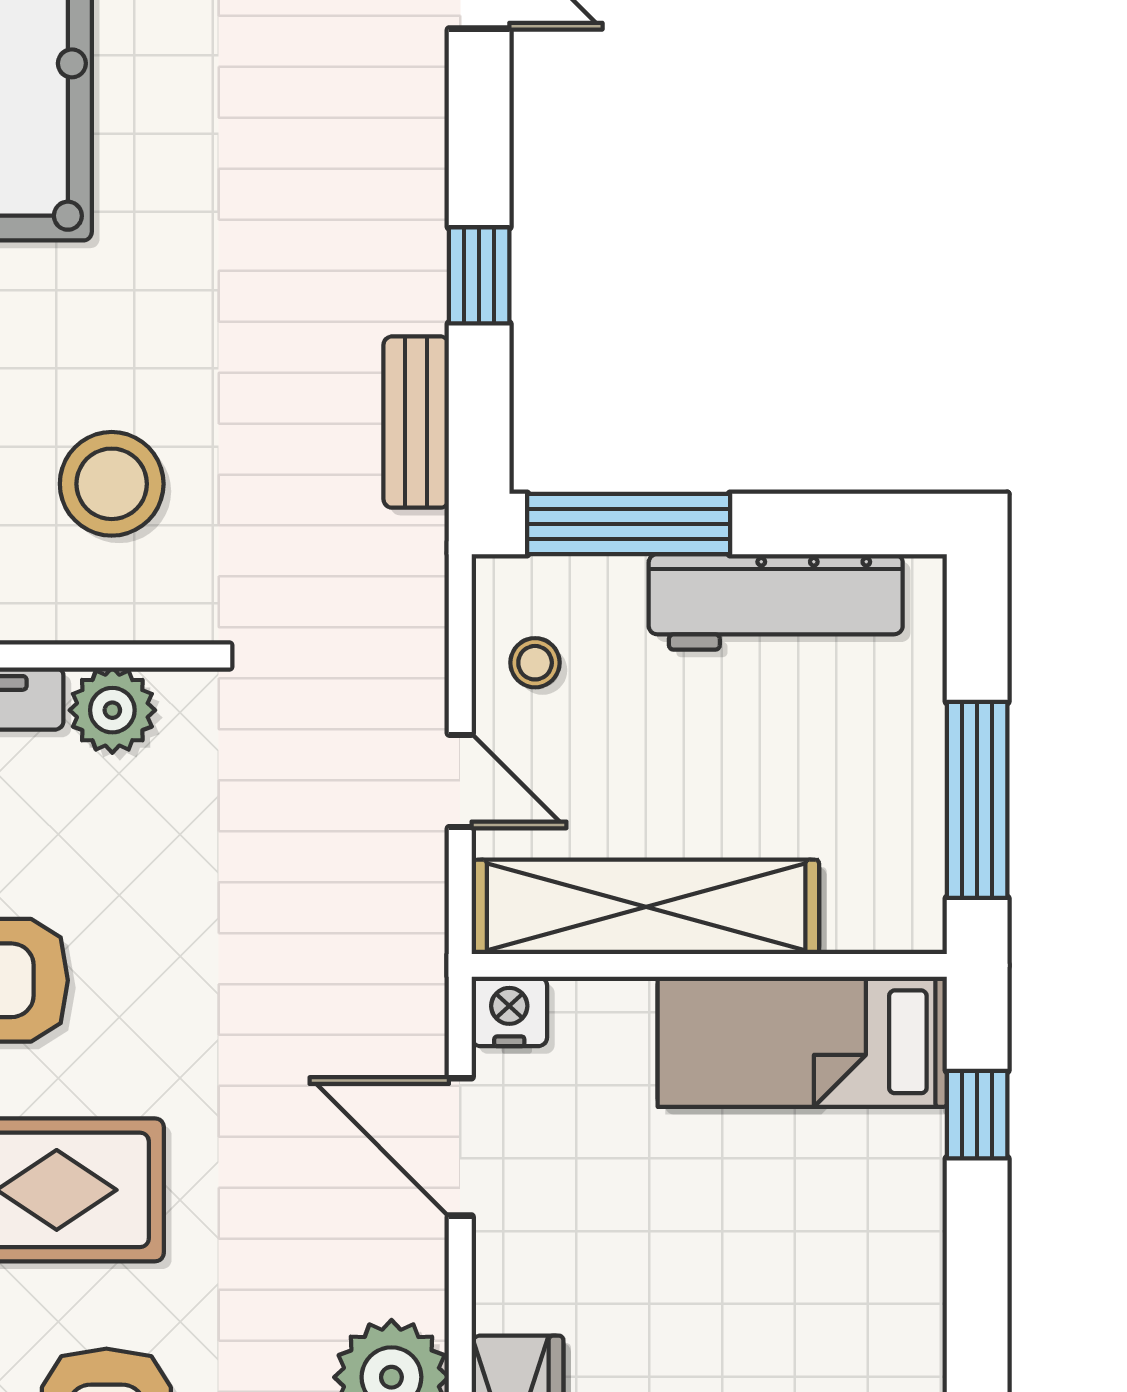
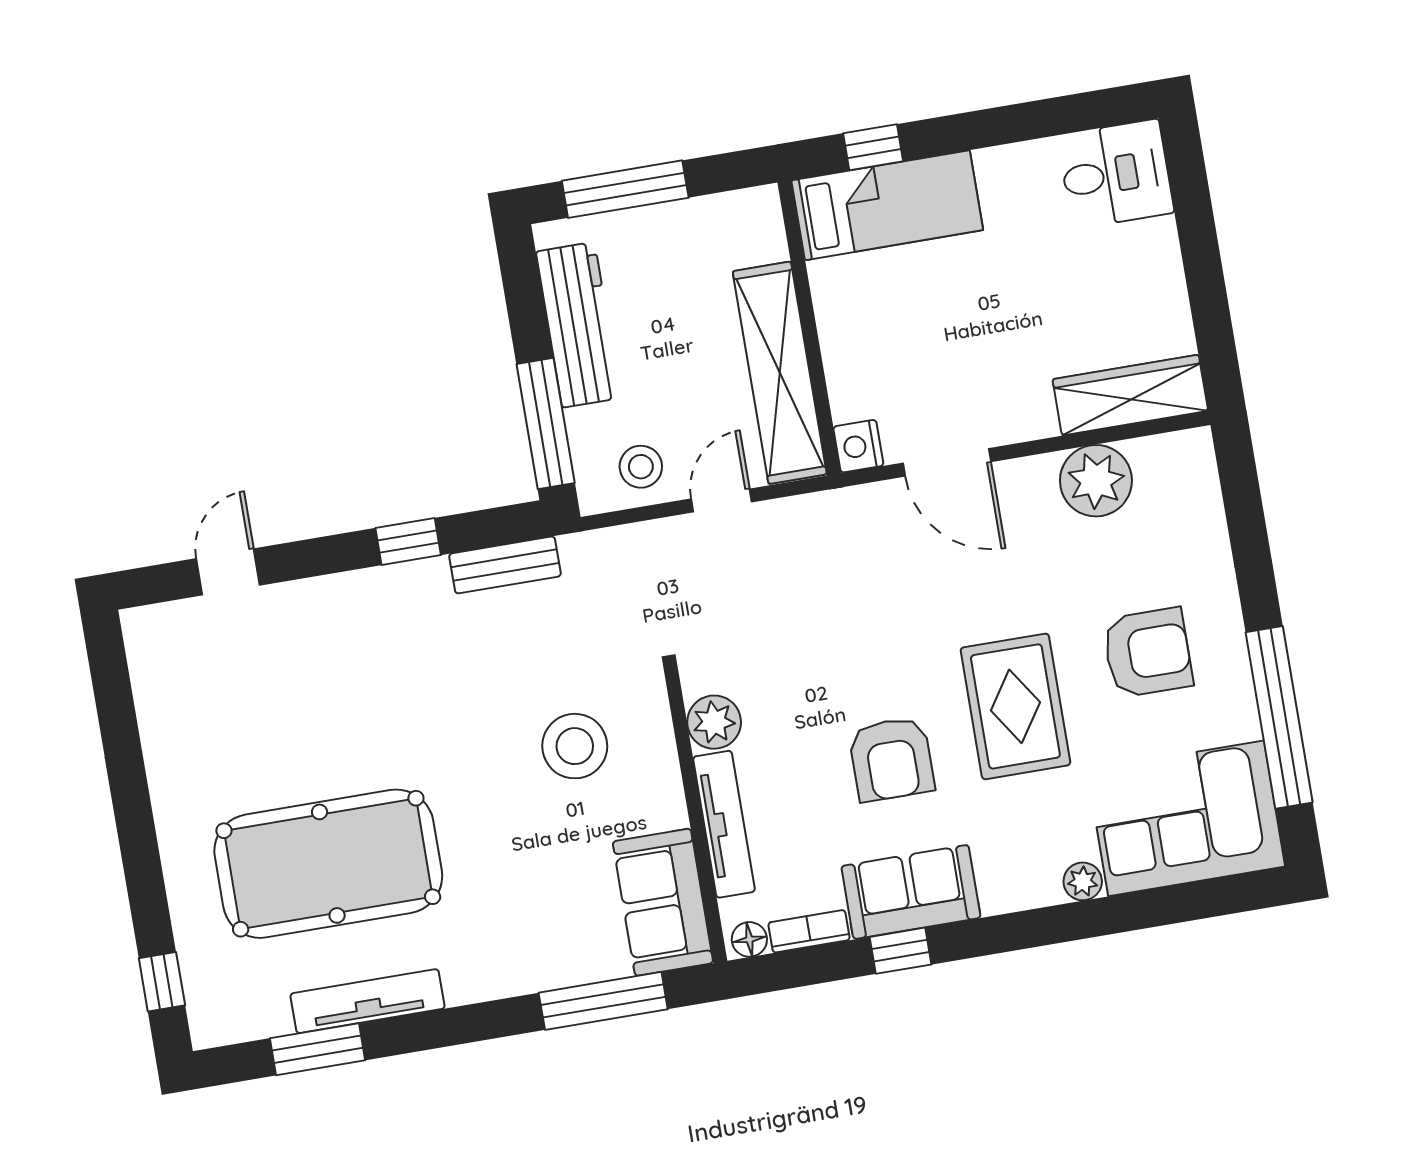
stool: (535, 663) -> (641, 467), width x1.37, depth x1.37
window: (977, 800) -> (625, 189), moved
bed: (802, 1042) -> (887, 205), moved, turned -90
door: (460, 1147) -> (947, 462), hinge flipped

